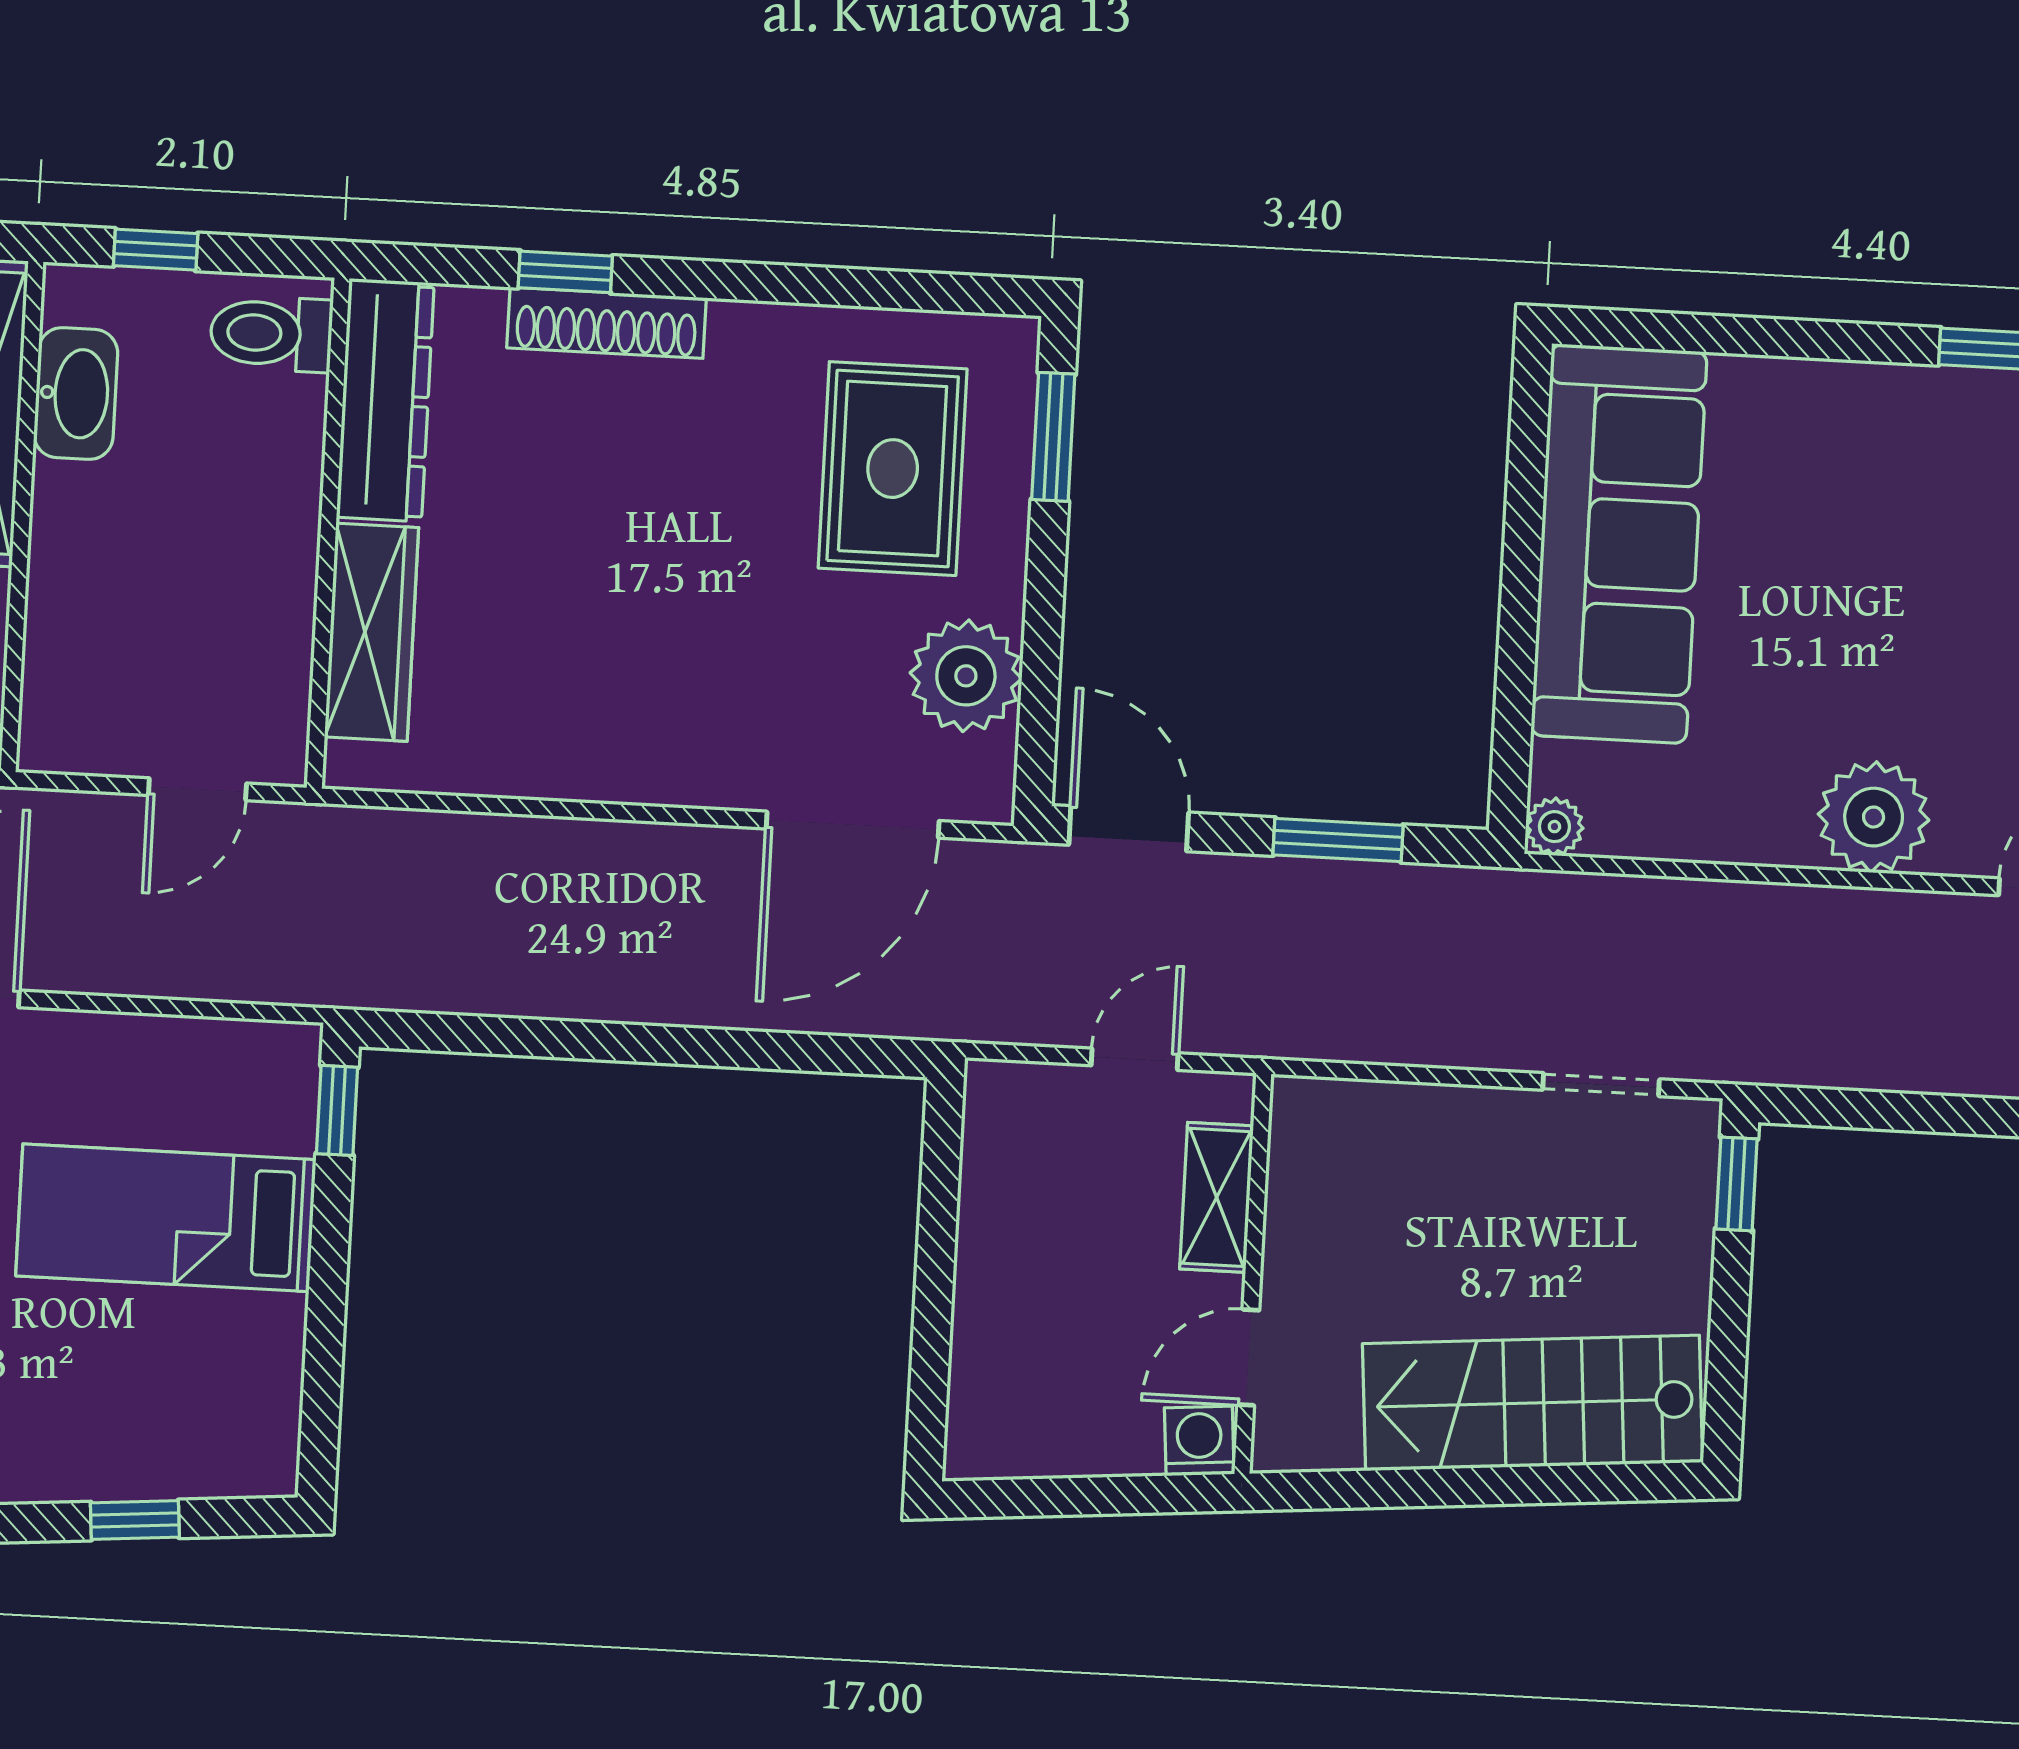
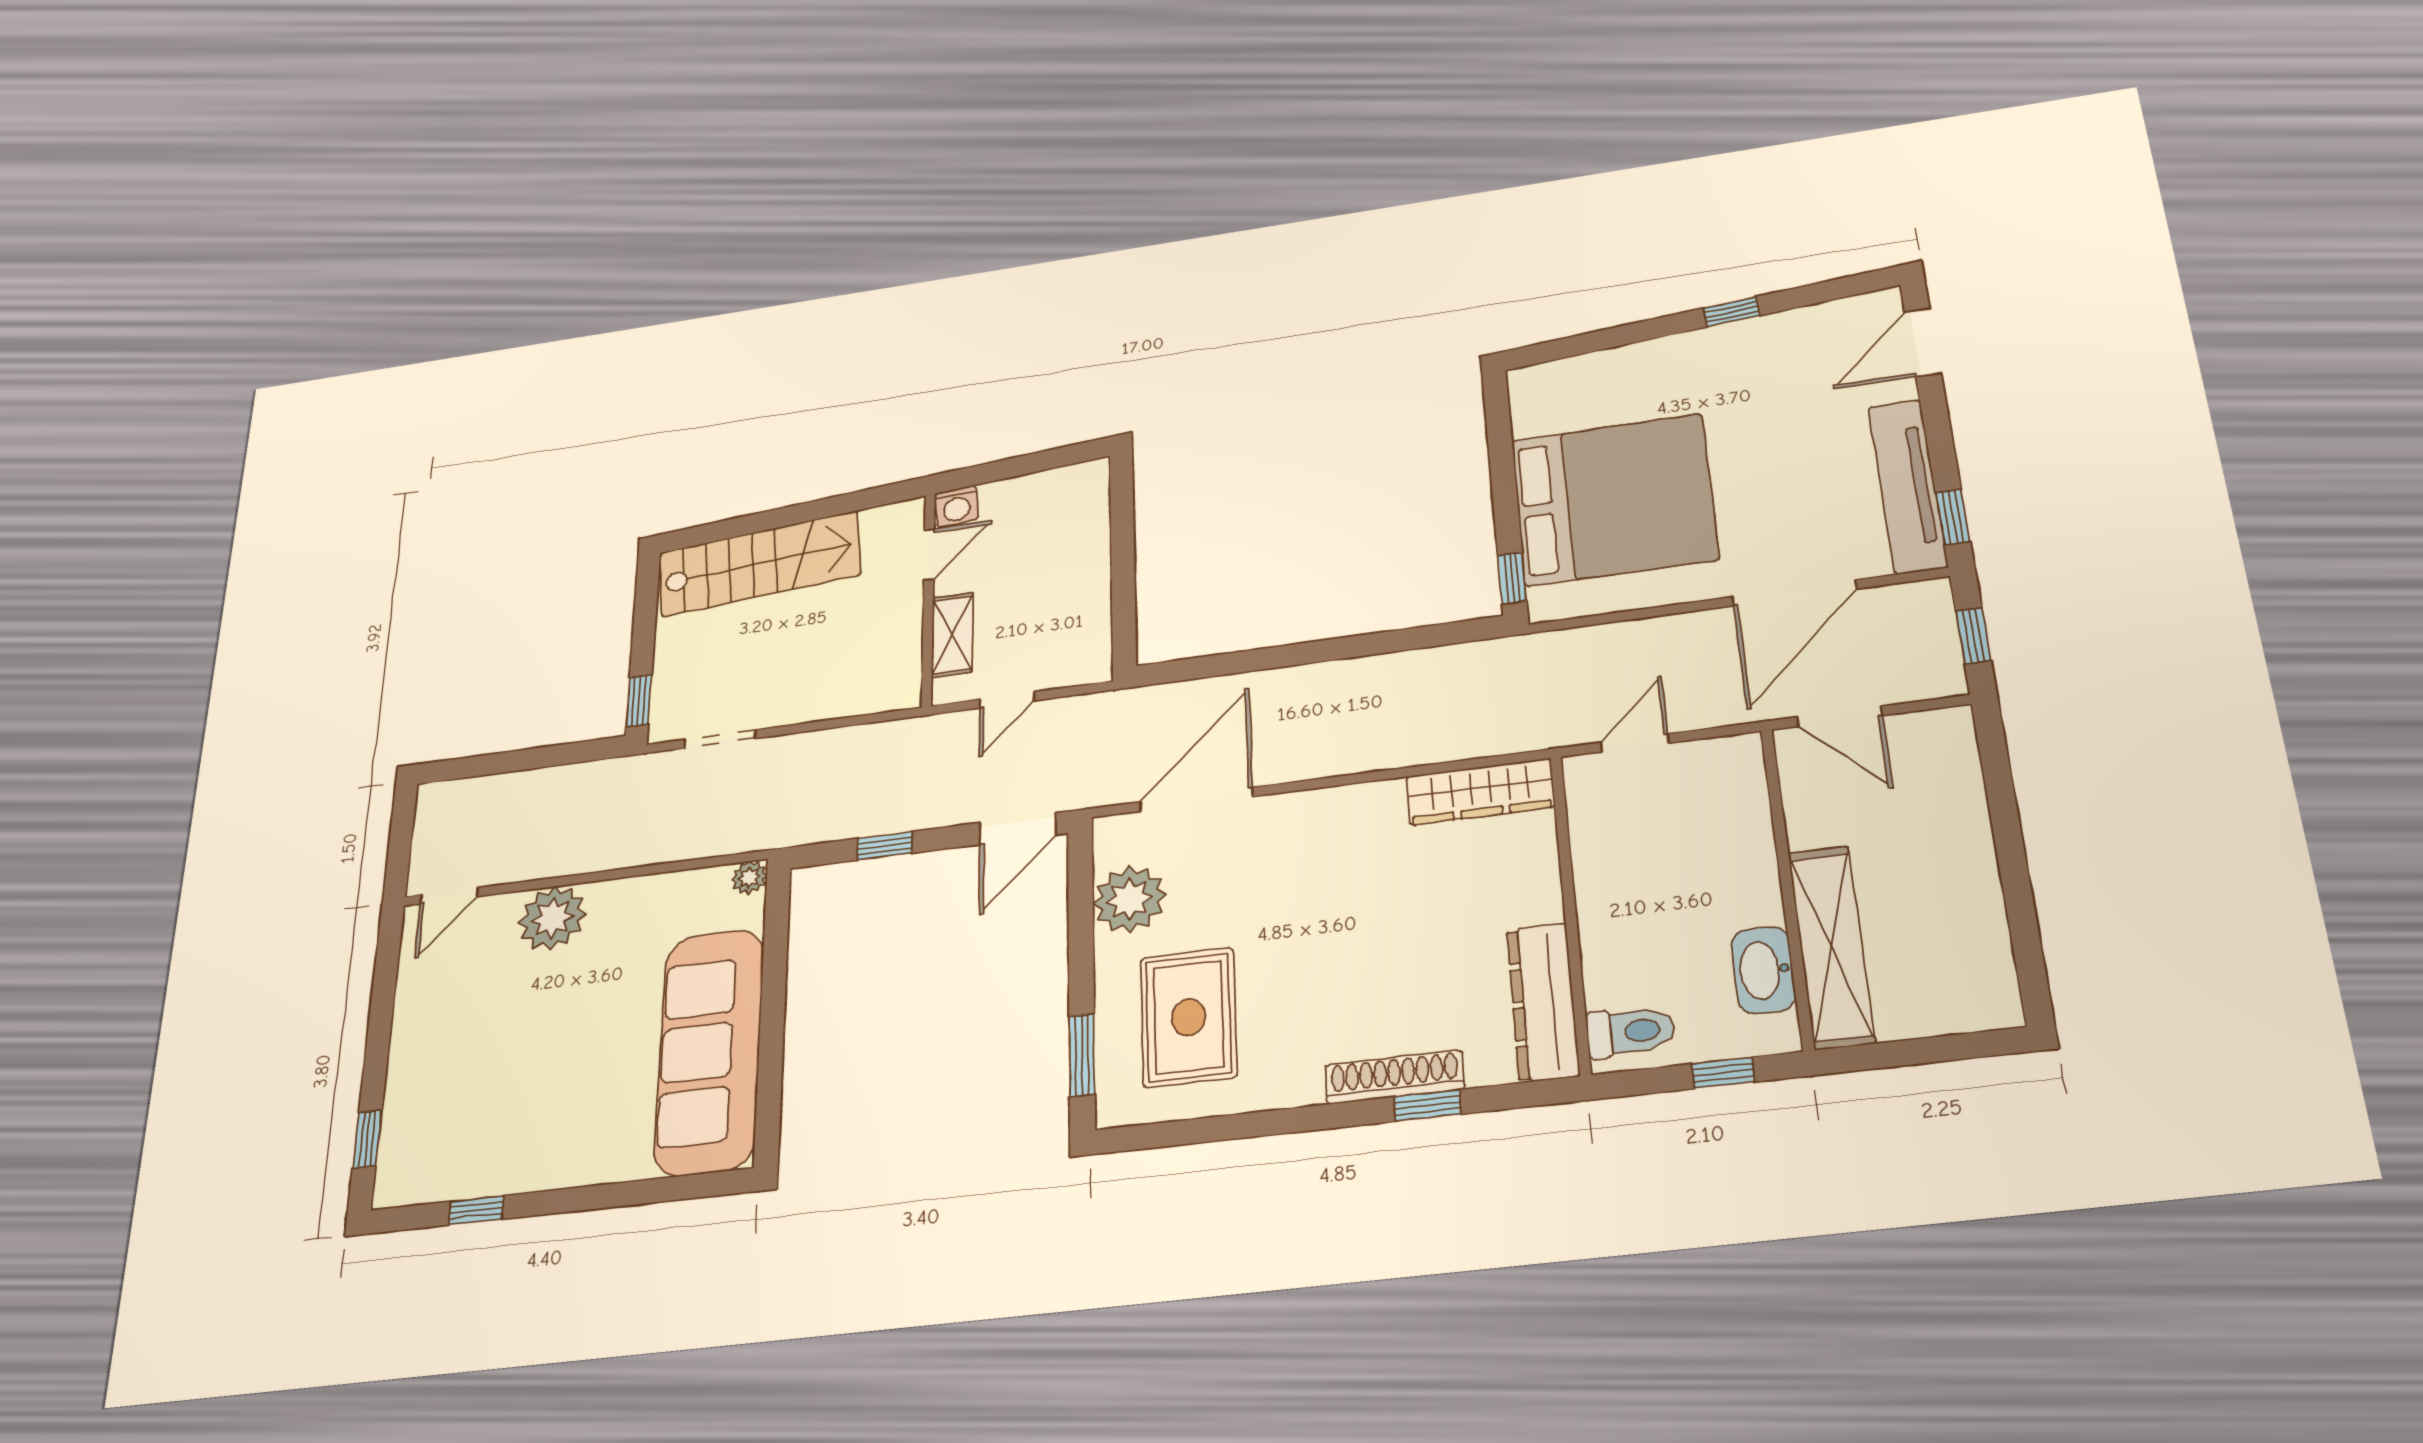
wardrobe: (371, 632) -> (1480, 792), moved, turned -90
door: (1129, 829) -> (1018, 829), hinge flipped
window: (1338, 840) -> (885, 846), width x0.67
bed: (166, 1218) -> (1614, 499), width x2.04
window: (135, 1520) -> (1606, 339), removed

